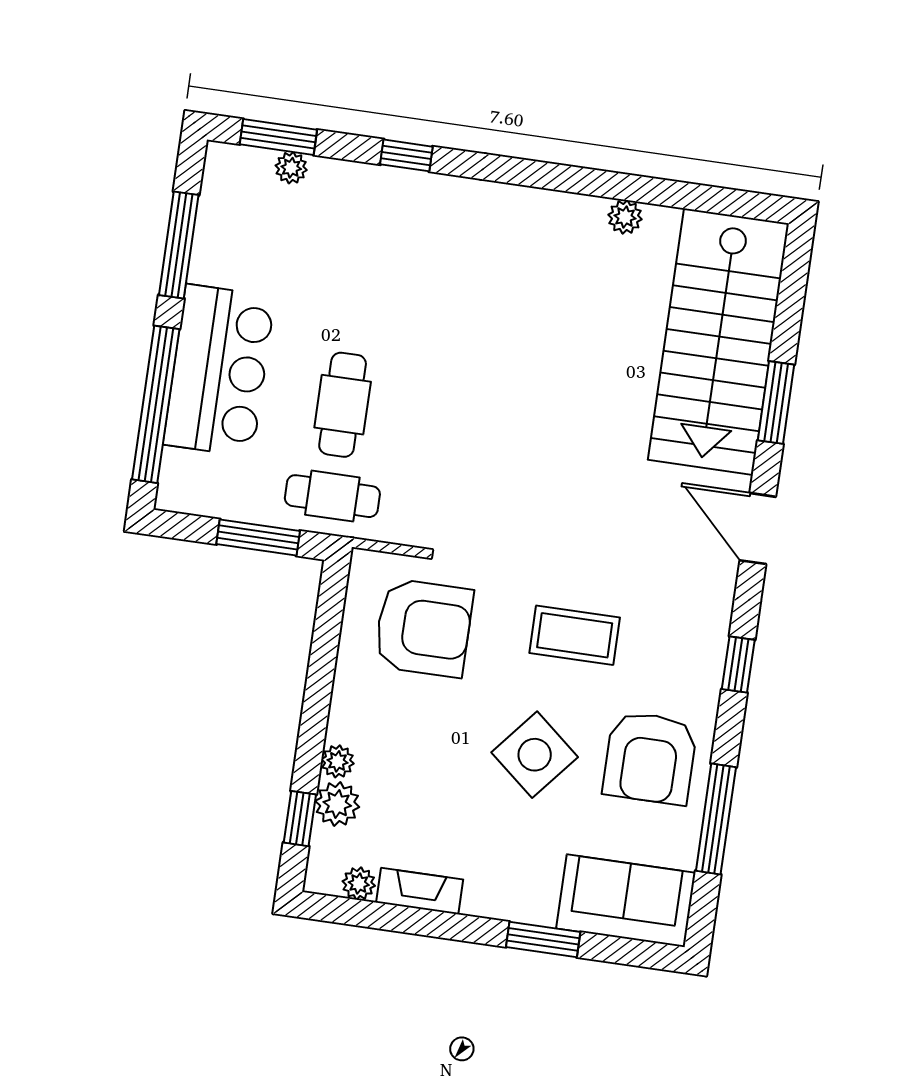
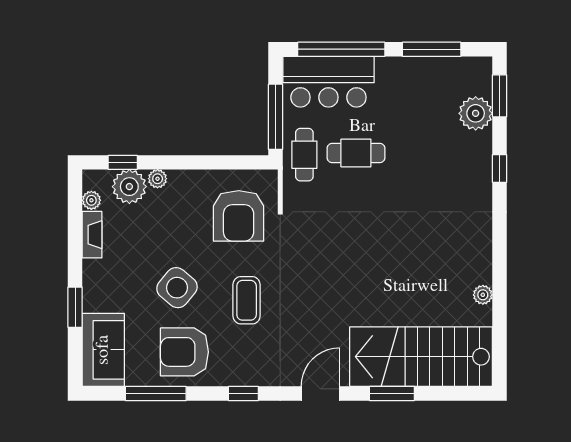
plant: (291, 168) -> (476, 113), width x1.88, depth x1.88
bar counter: (219, 370) -> (328, 82), moved
window: (258, 537) -> (275, 117), width x1.44
plant: (337, 804) -> (129, 187), width x1.36, depth x1.36

